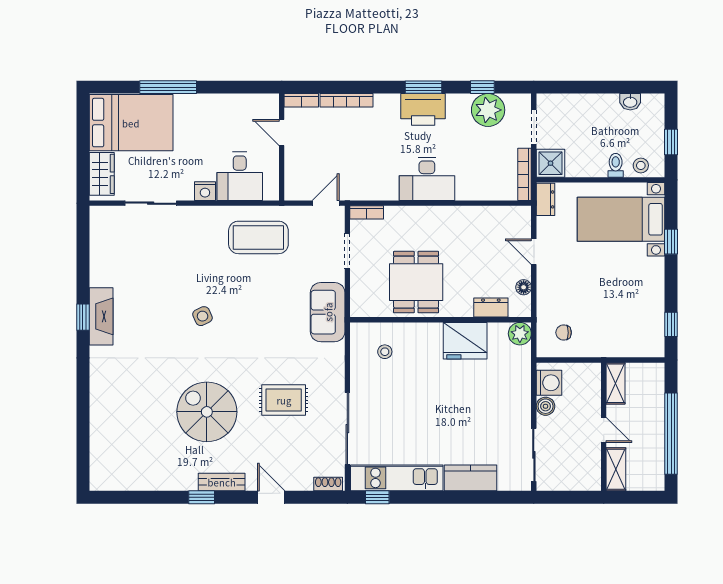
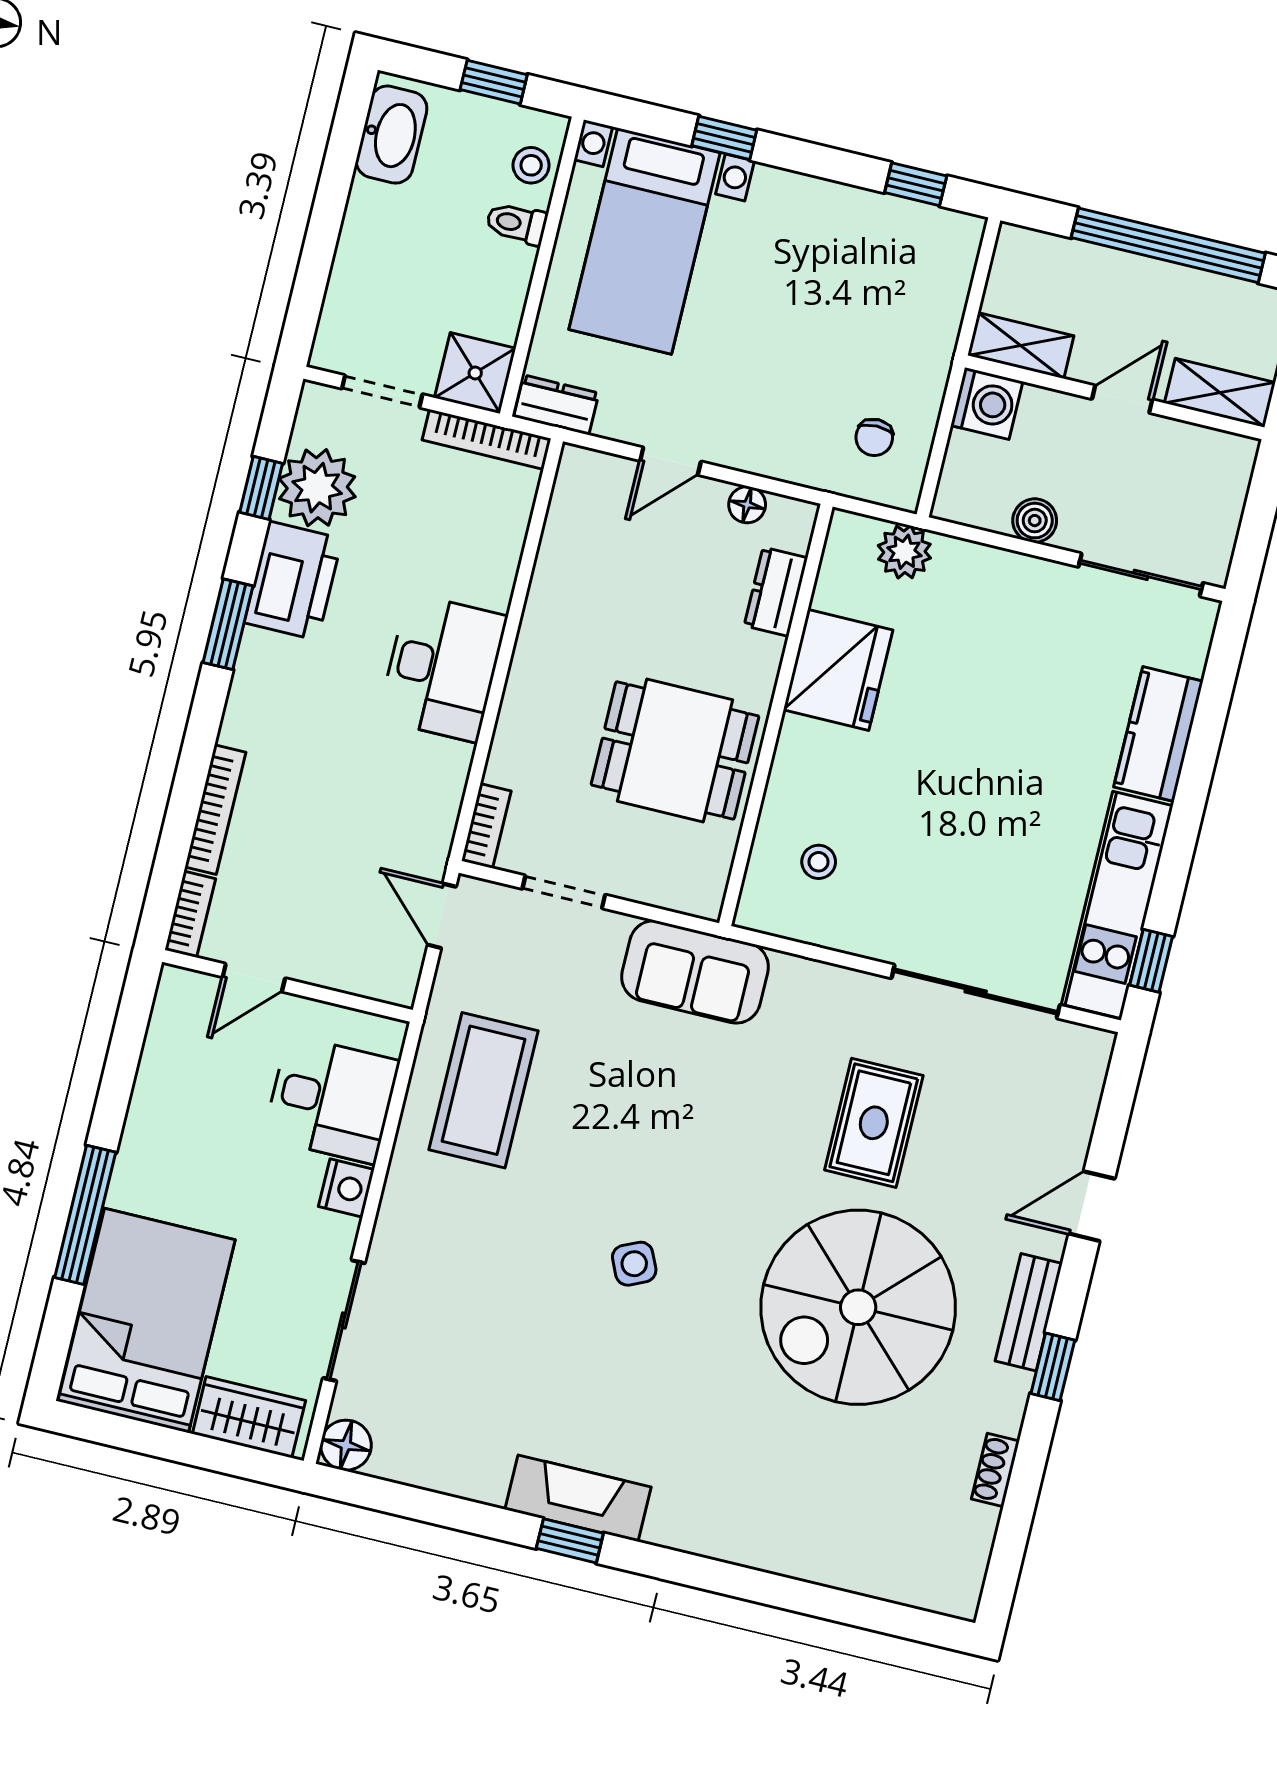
washbasin: (630, 102) -> (392, 135), width x1.91, depth x1.45
printer: (423, 109) -> (293, 581), moved
floor lamp: (100, 216) -> (346, 1445), added
plant: (520, 334) -> (904, 552), moved
washing machine: (549, 383) -> (987, 404), moved, turned 90
spiral stairs: (207, 412) -> (858, 1307), width x1.37, depth x1.37
shoe rack: (328, 484) -> (995, 1470), moved

